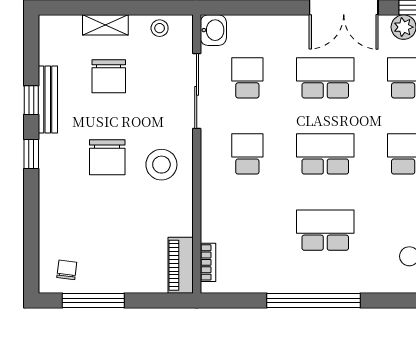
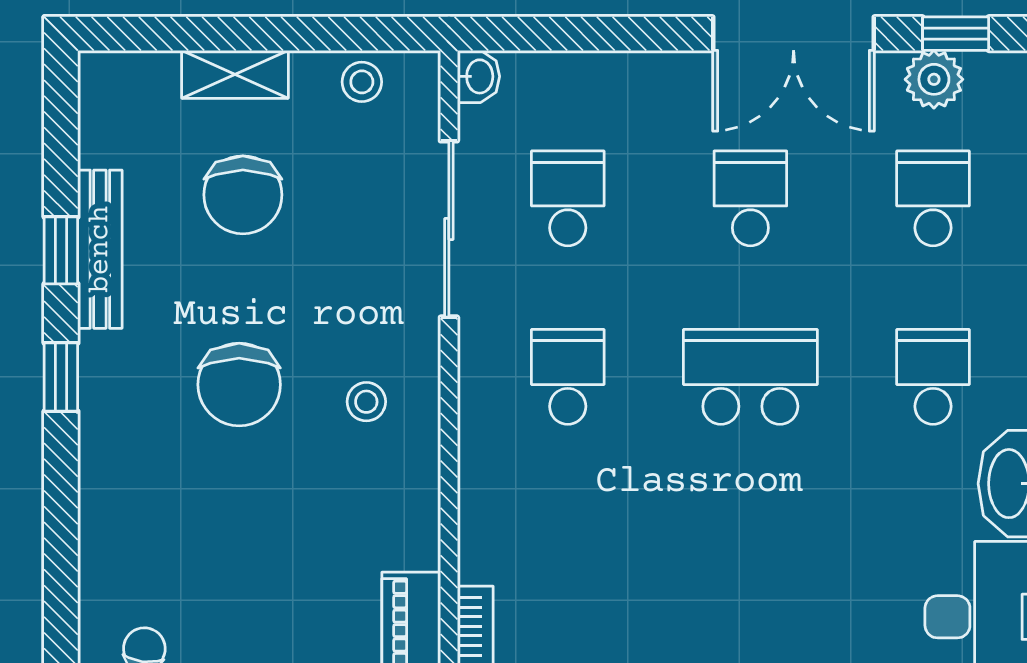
washbasin: (213, 30) -> (478, 76), width x0.72, depth x0.69
school desk: (325, 78) -> (750, 198), width x0.54
stool: (161, 165) -> (366, 402), width x0.53, depth x0.53
school desk: (325, 230) -> (750, 555), removed

